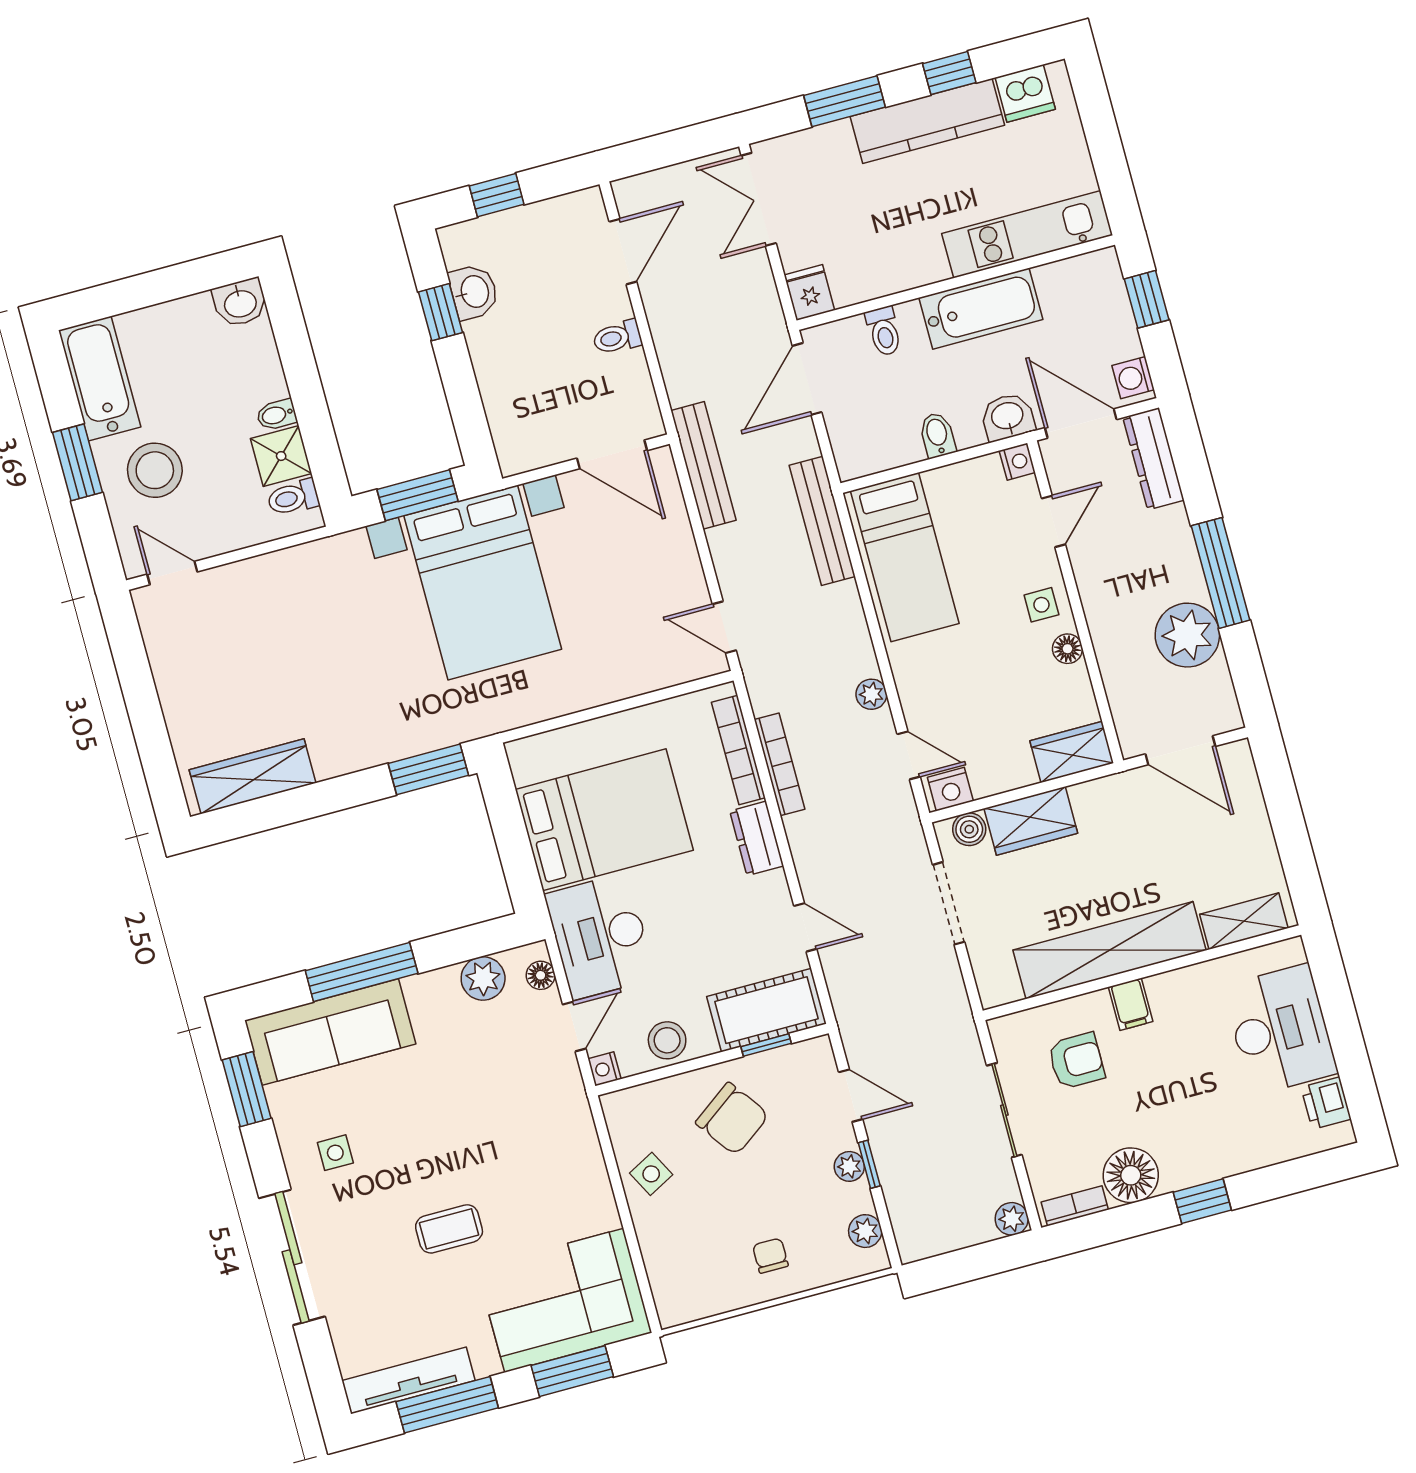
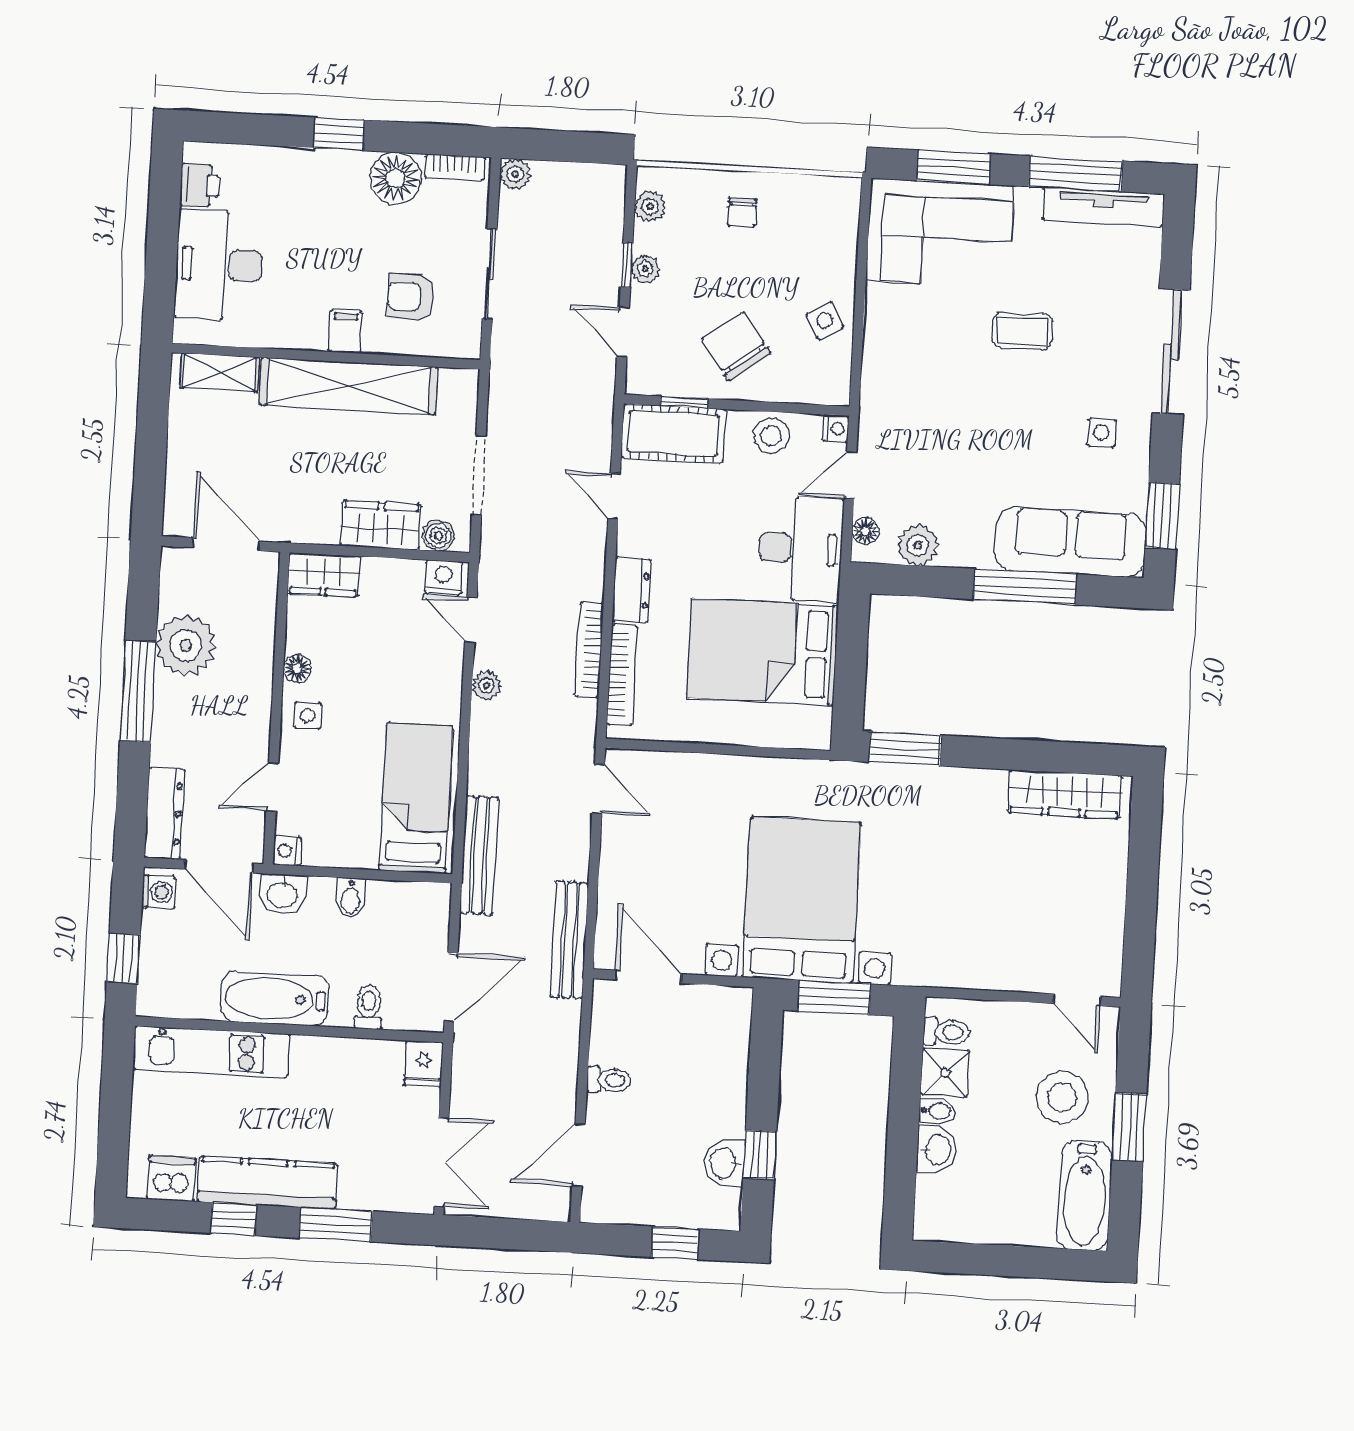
washbasin: (240, 303) -> (937, 1150), moved, turned 90

